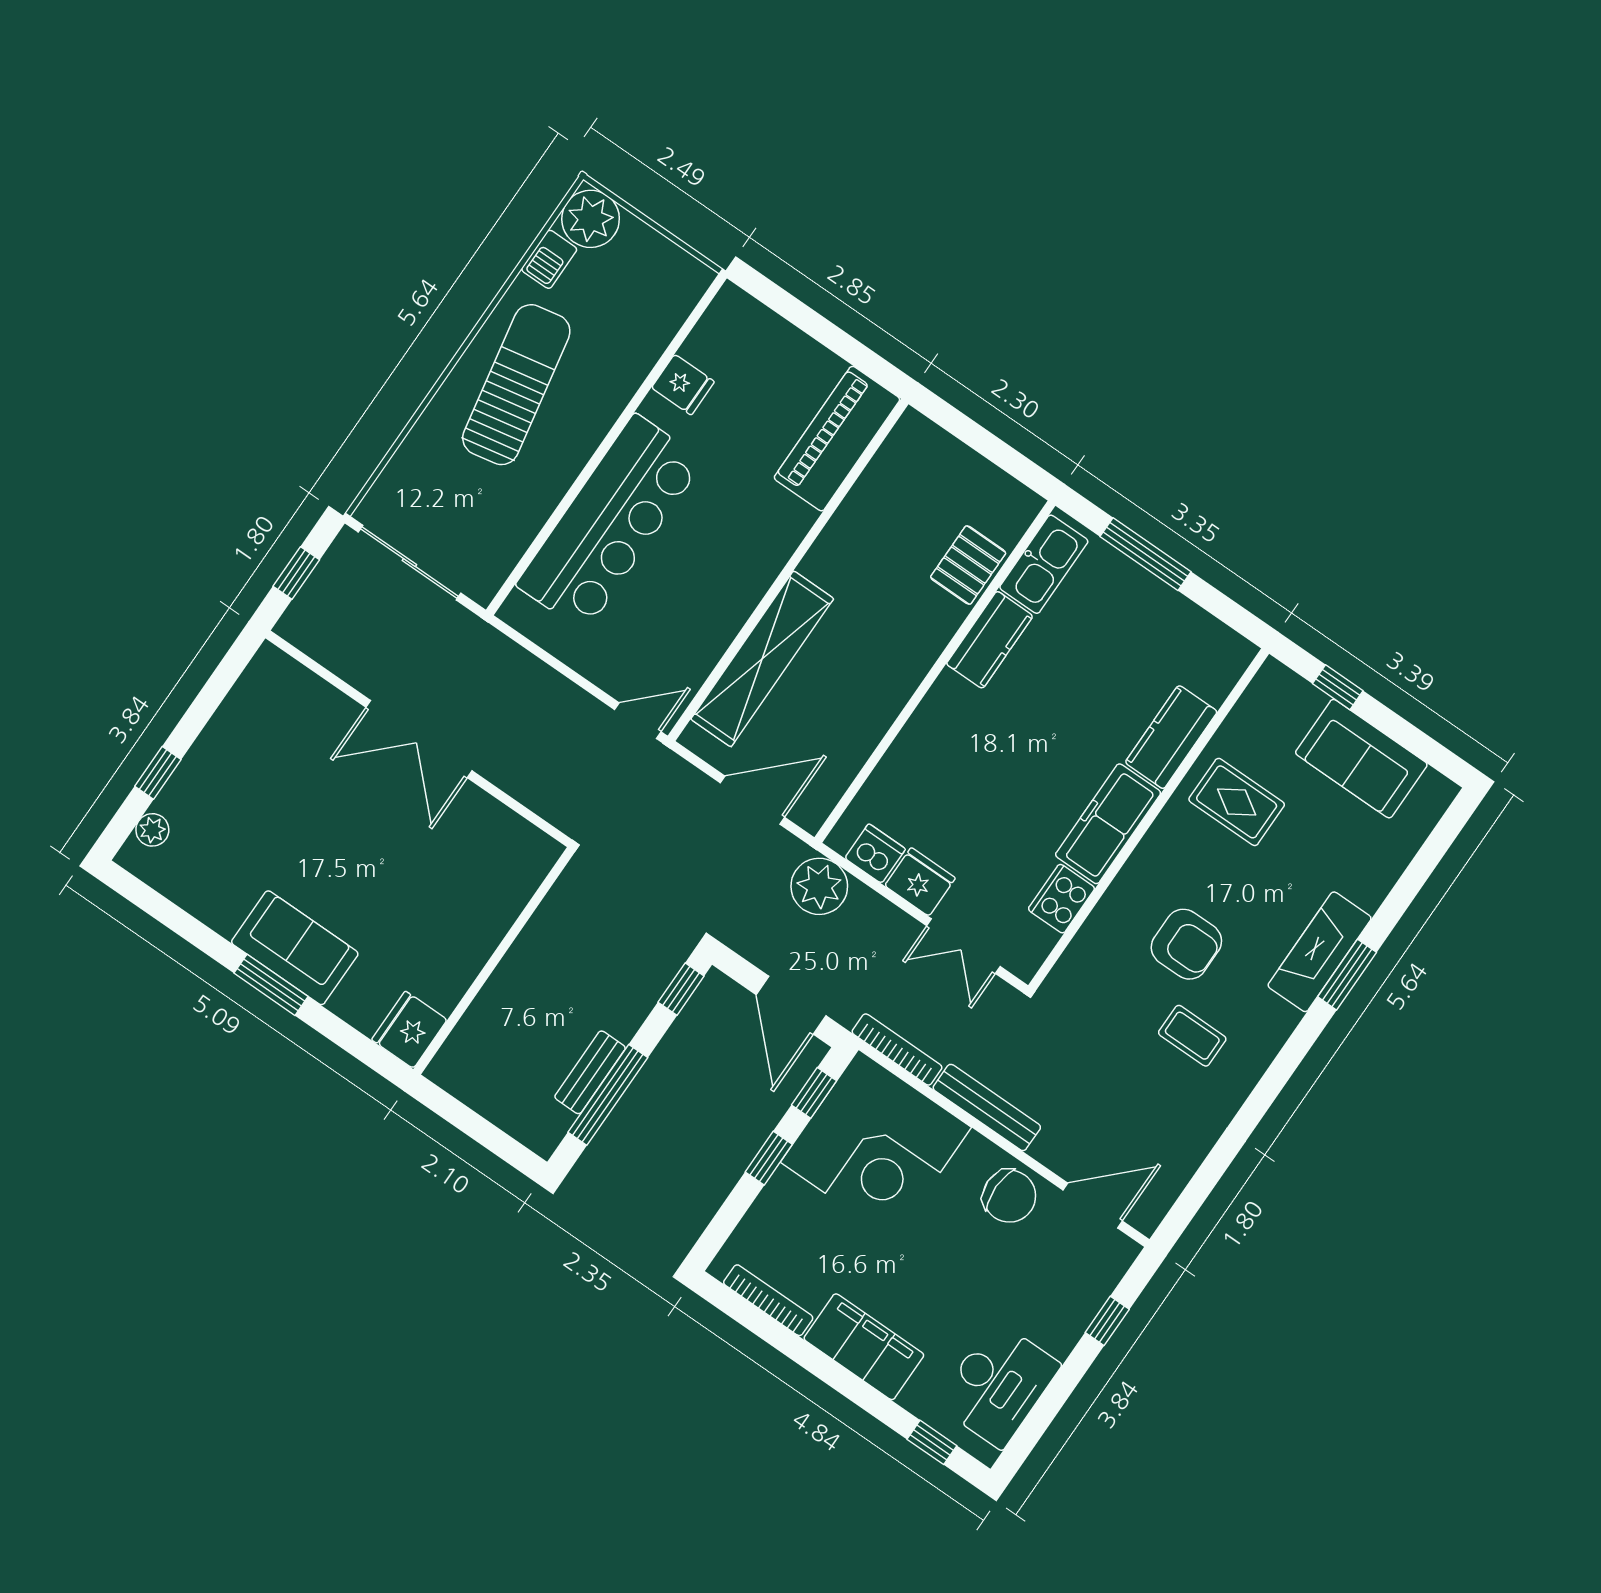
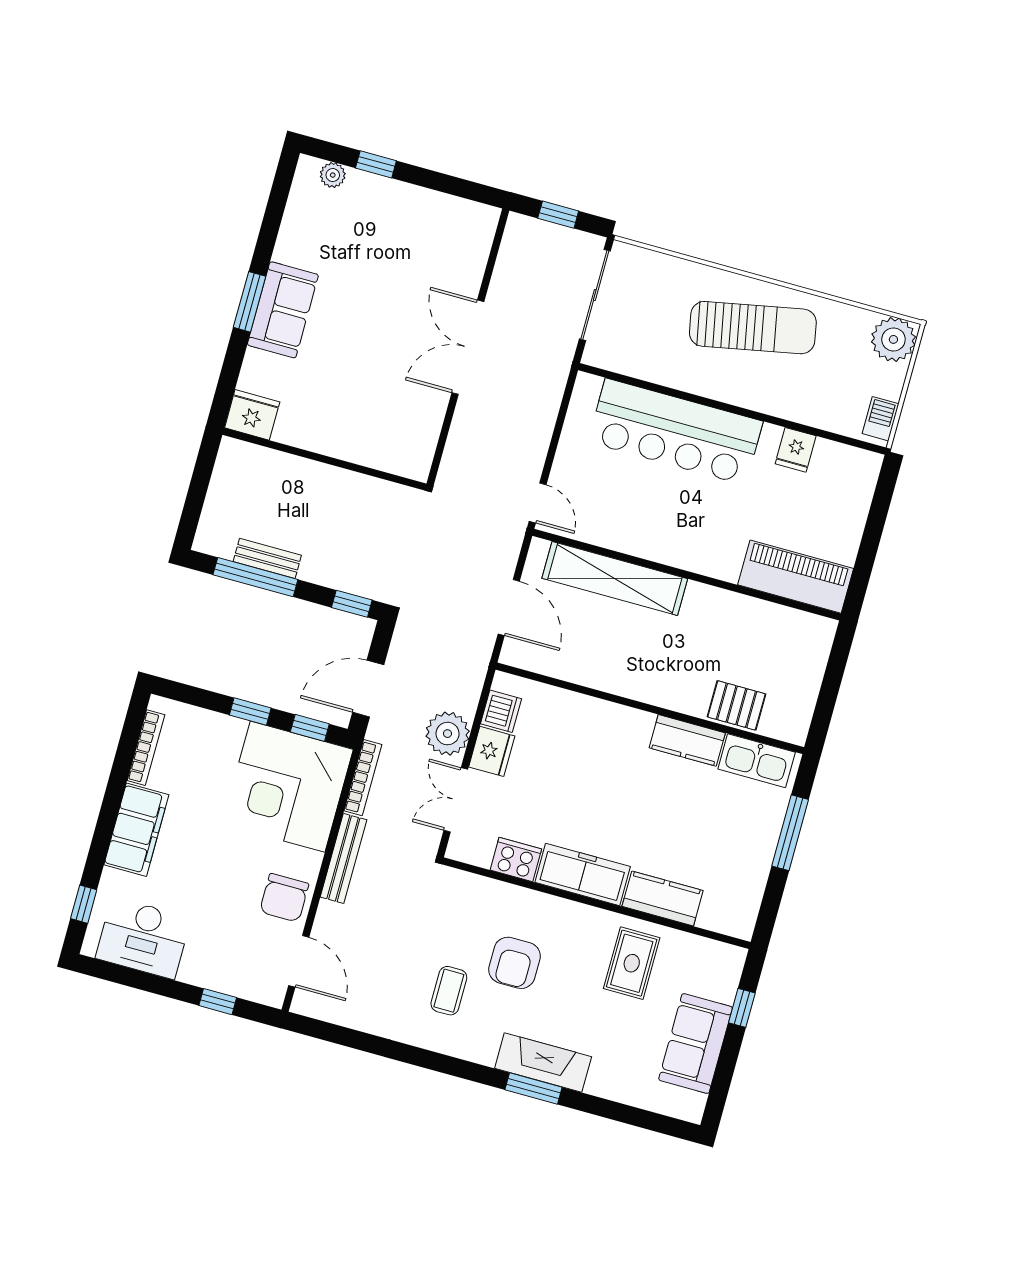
barbecue: (549, 259) -> (880, 419), moved, turned 90
plant: (819, 886) -> (448, 734), moved

